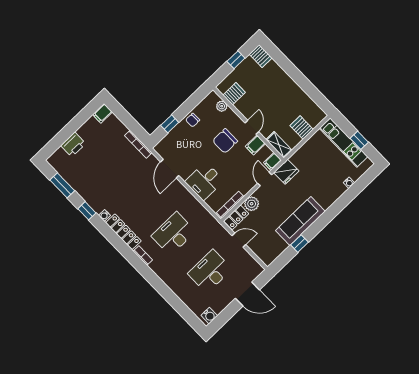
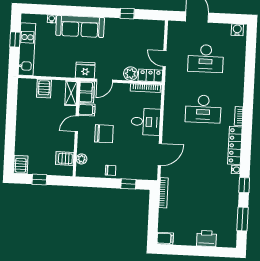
filing cabinet: (272, 161) -> (87, 92), width x2.00
sofa: (300, 221) -> (80, 26), moved

